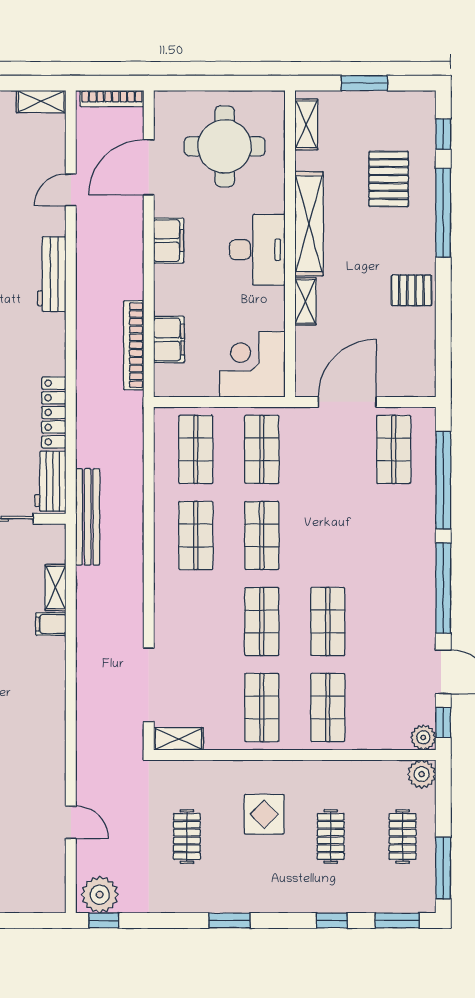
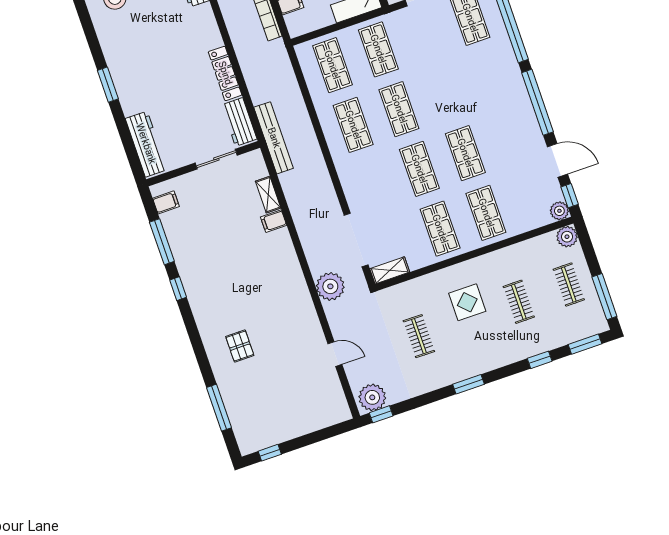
plant: (95, 733) -> (330, 286), added

